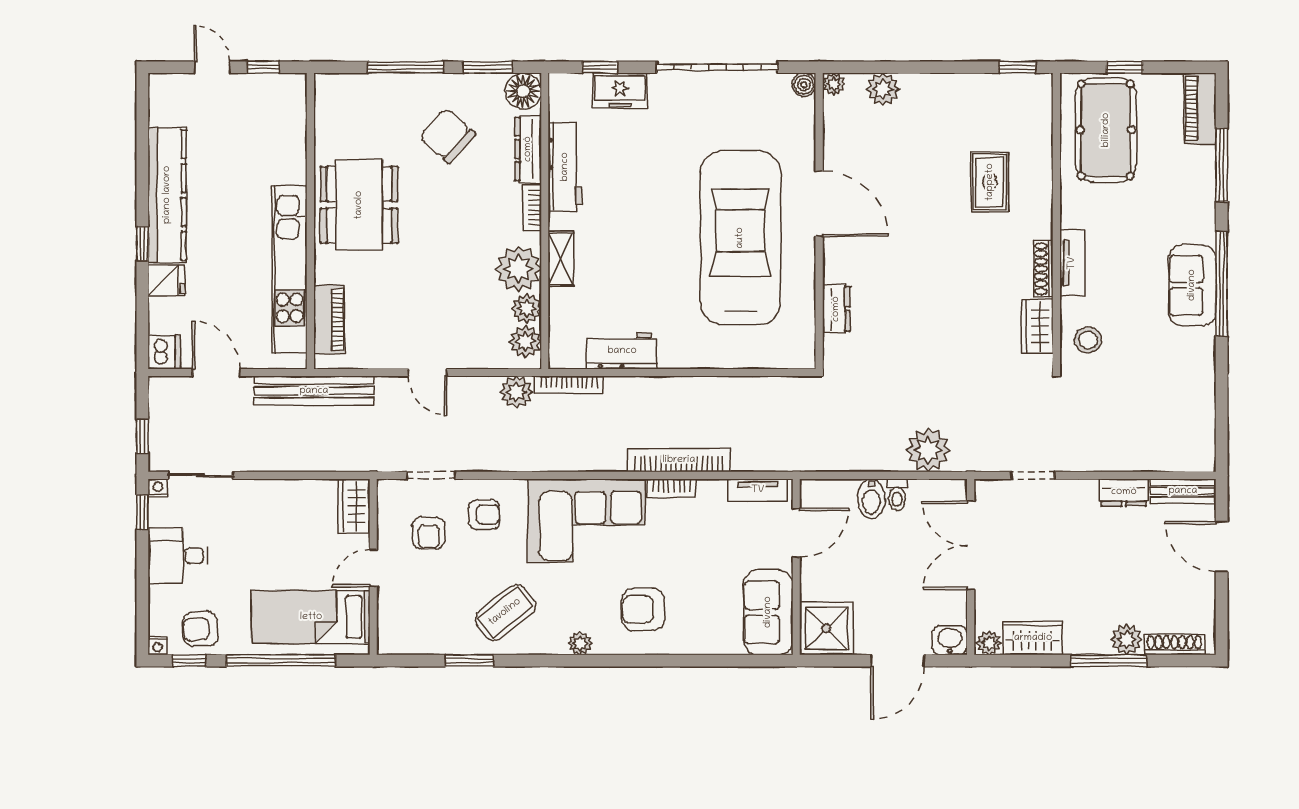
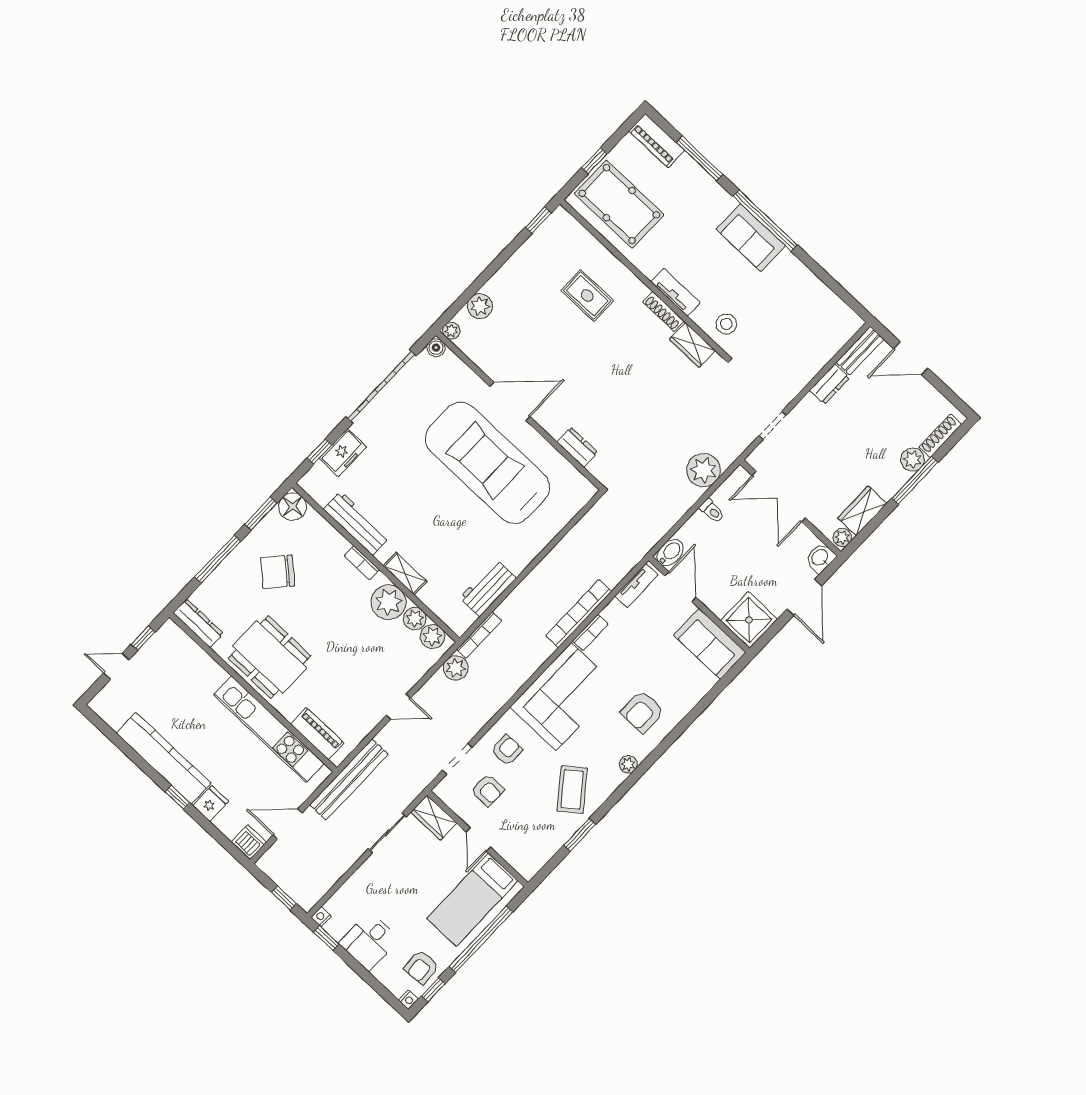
dresser: (528, 149) -> (198, 623), moved, turned 180
sliding door: (201, 475) -> (387, 833), moved
bidet: (871, 499) -> (670, 553), moved, turned -90

